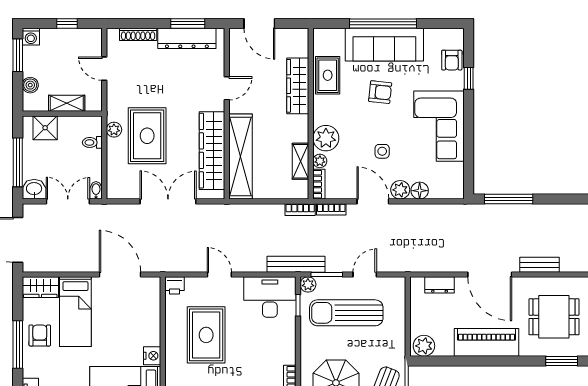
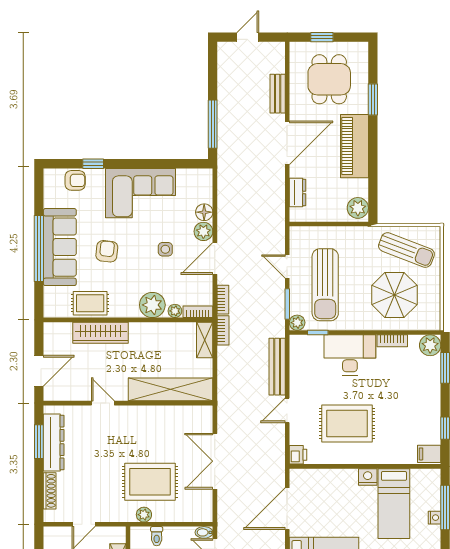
wardrobe: (212, 151) -> (165, 418), removed
shelving: (300, 161) -> (205, 340), moved, turned 90
bench: (296, 264) -> (277, 367), moved
desk: (270, 297) -> (350, 355), moved, turned 90
window: (562, 361) -> (373, 100), moved

